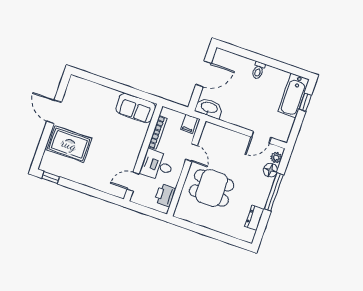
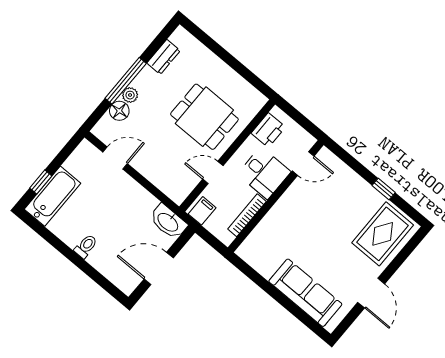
sofa: (136, 108) -> (305, 293), moved, width x1.36
rug: (69, 144) -> (383, 234), moved, turned 90
door: (192, 153) -> (213, 172), hinge flipped
plant: (276, 158) -> (130, 95), moved
window: (51, 178) -> (384, 189), moved

